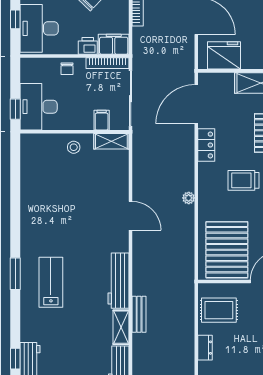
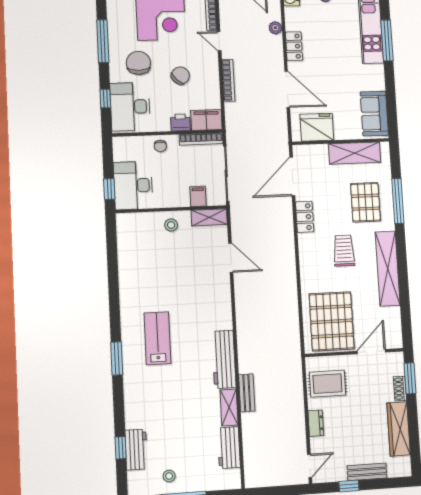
trolley: (244, 180) -> (344, 251), turned 90
plant: (189, 198) -> (290, 271), removed
door: (131, 216) -> (231, 258), moved
lab bench: (51, 282) -> (157, 338), moved

